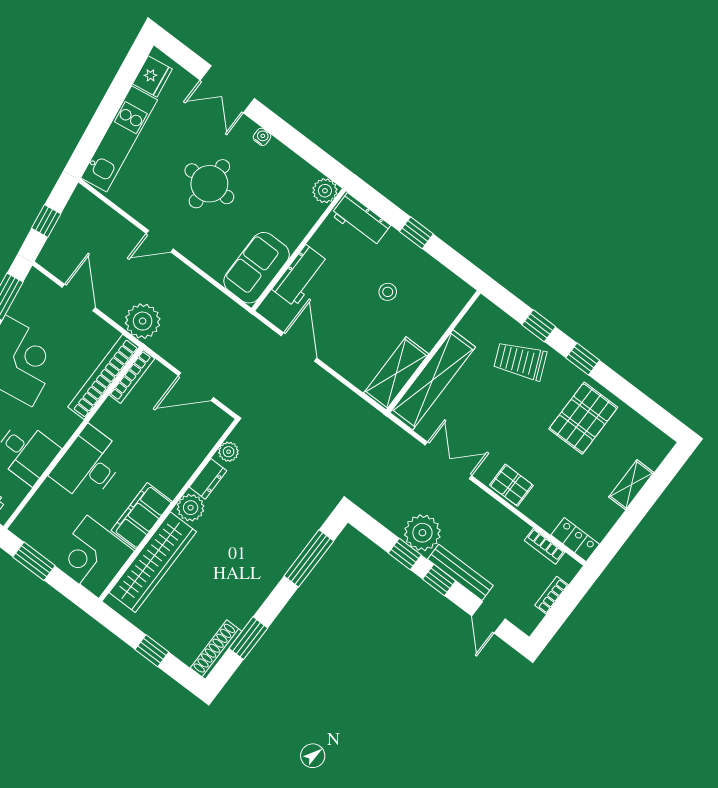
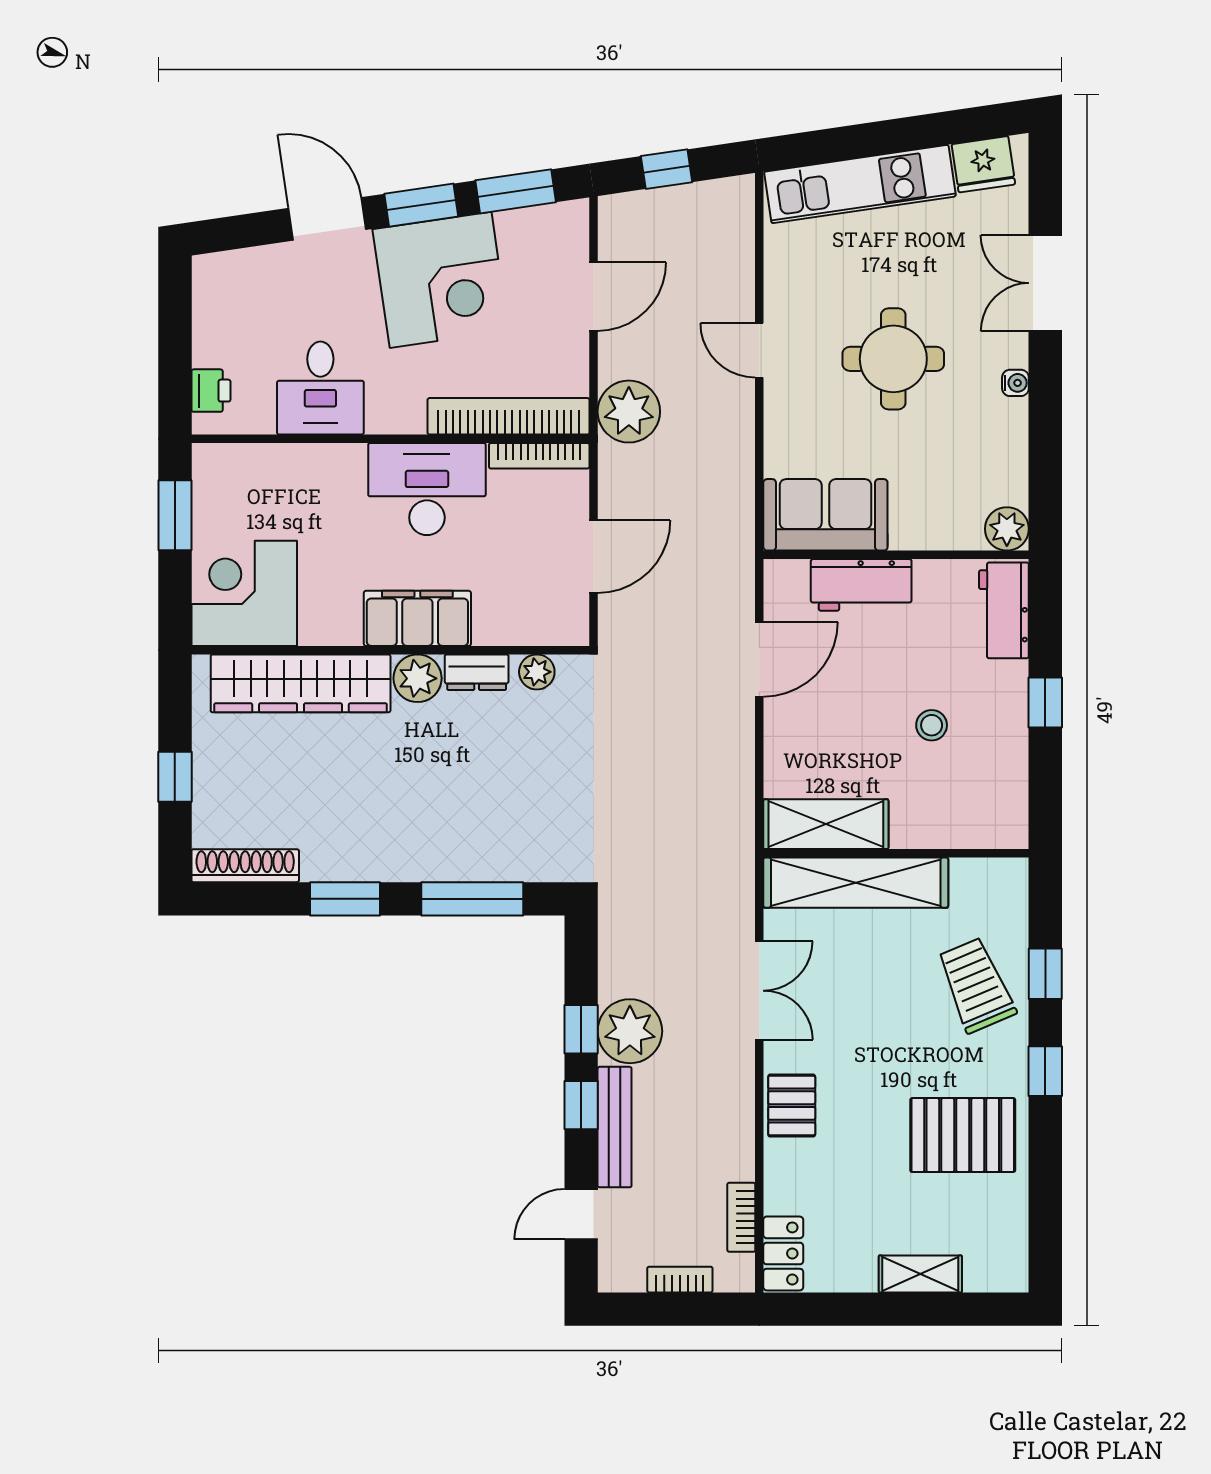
door: (196, 387) -> (594, 557), swing flipped
desk: (89, 465) -> (427, 489), moved
filing cabinet: (142, 516) -> (417, 618), moved
window: (248, 638) -> (345, 899), moved

